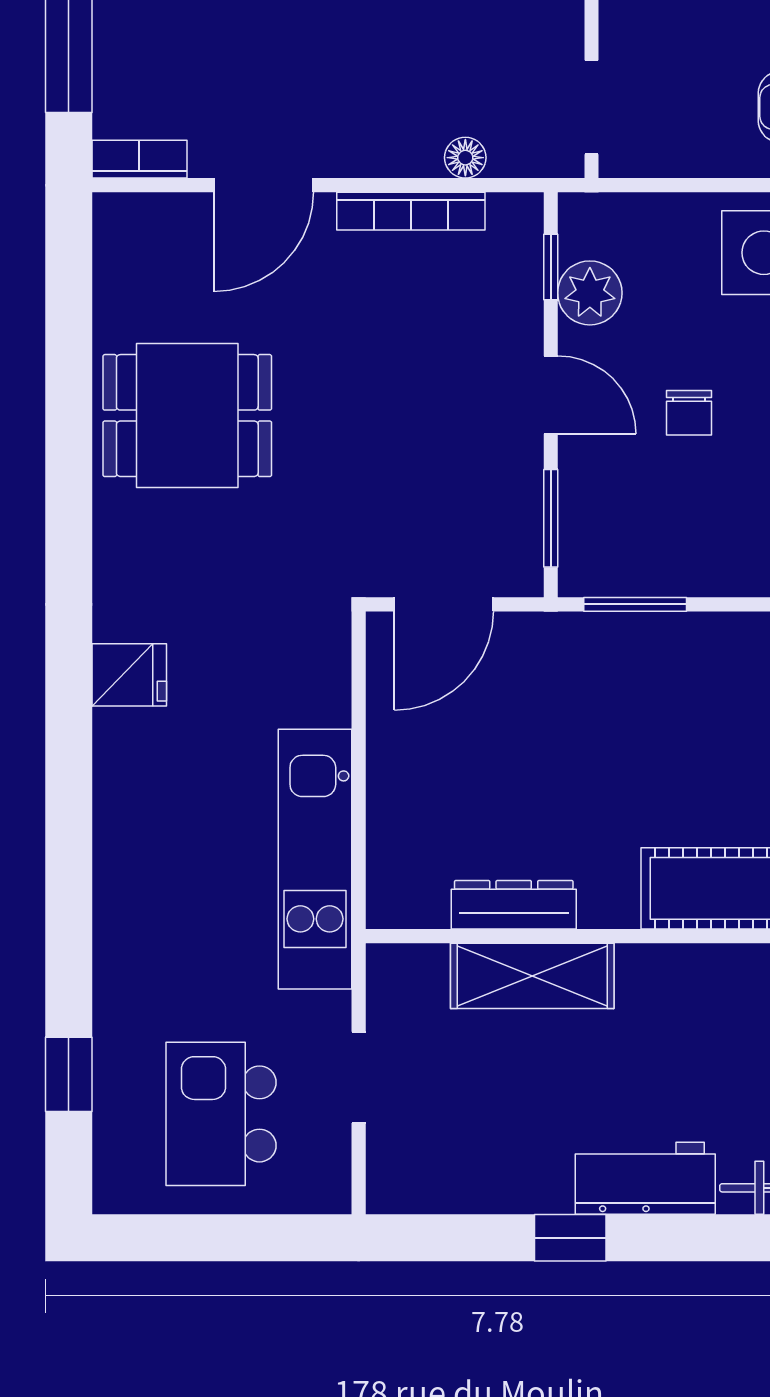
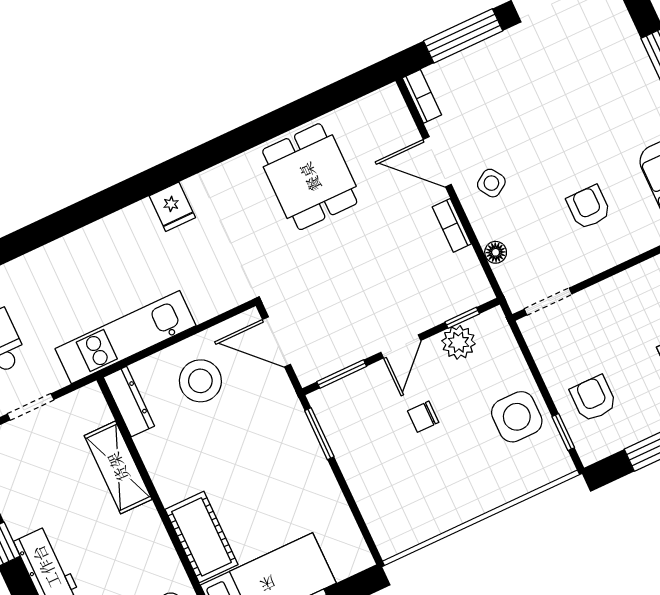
side table: (343, 110) -> (491, 183), added
bookcase: (411, 211) -> (452, 225), width x0.64
stool: (450, 766) -> (200, 381), added
dresser: (514, 905) -> (129, 402), moved

